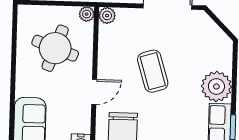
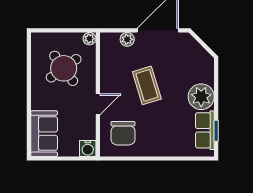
plant: (107, 15) -> (127, 39), moved
round table: (55, 48) -> (64, 68), turned 34

